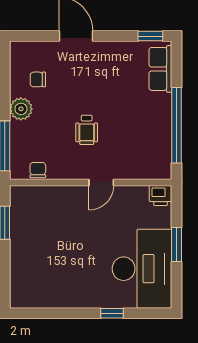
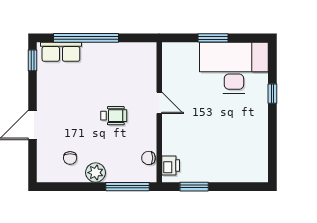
window: (177, 125) -> (86, 38), moved
printer: (160, 196) -> (171, 166), moved

